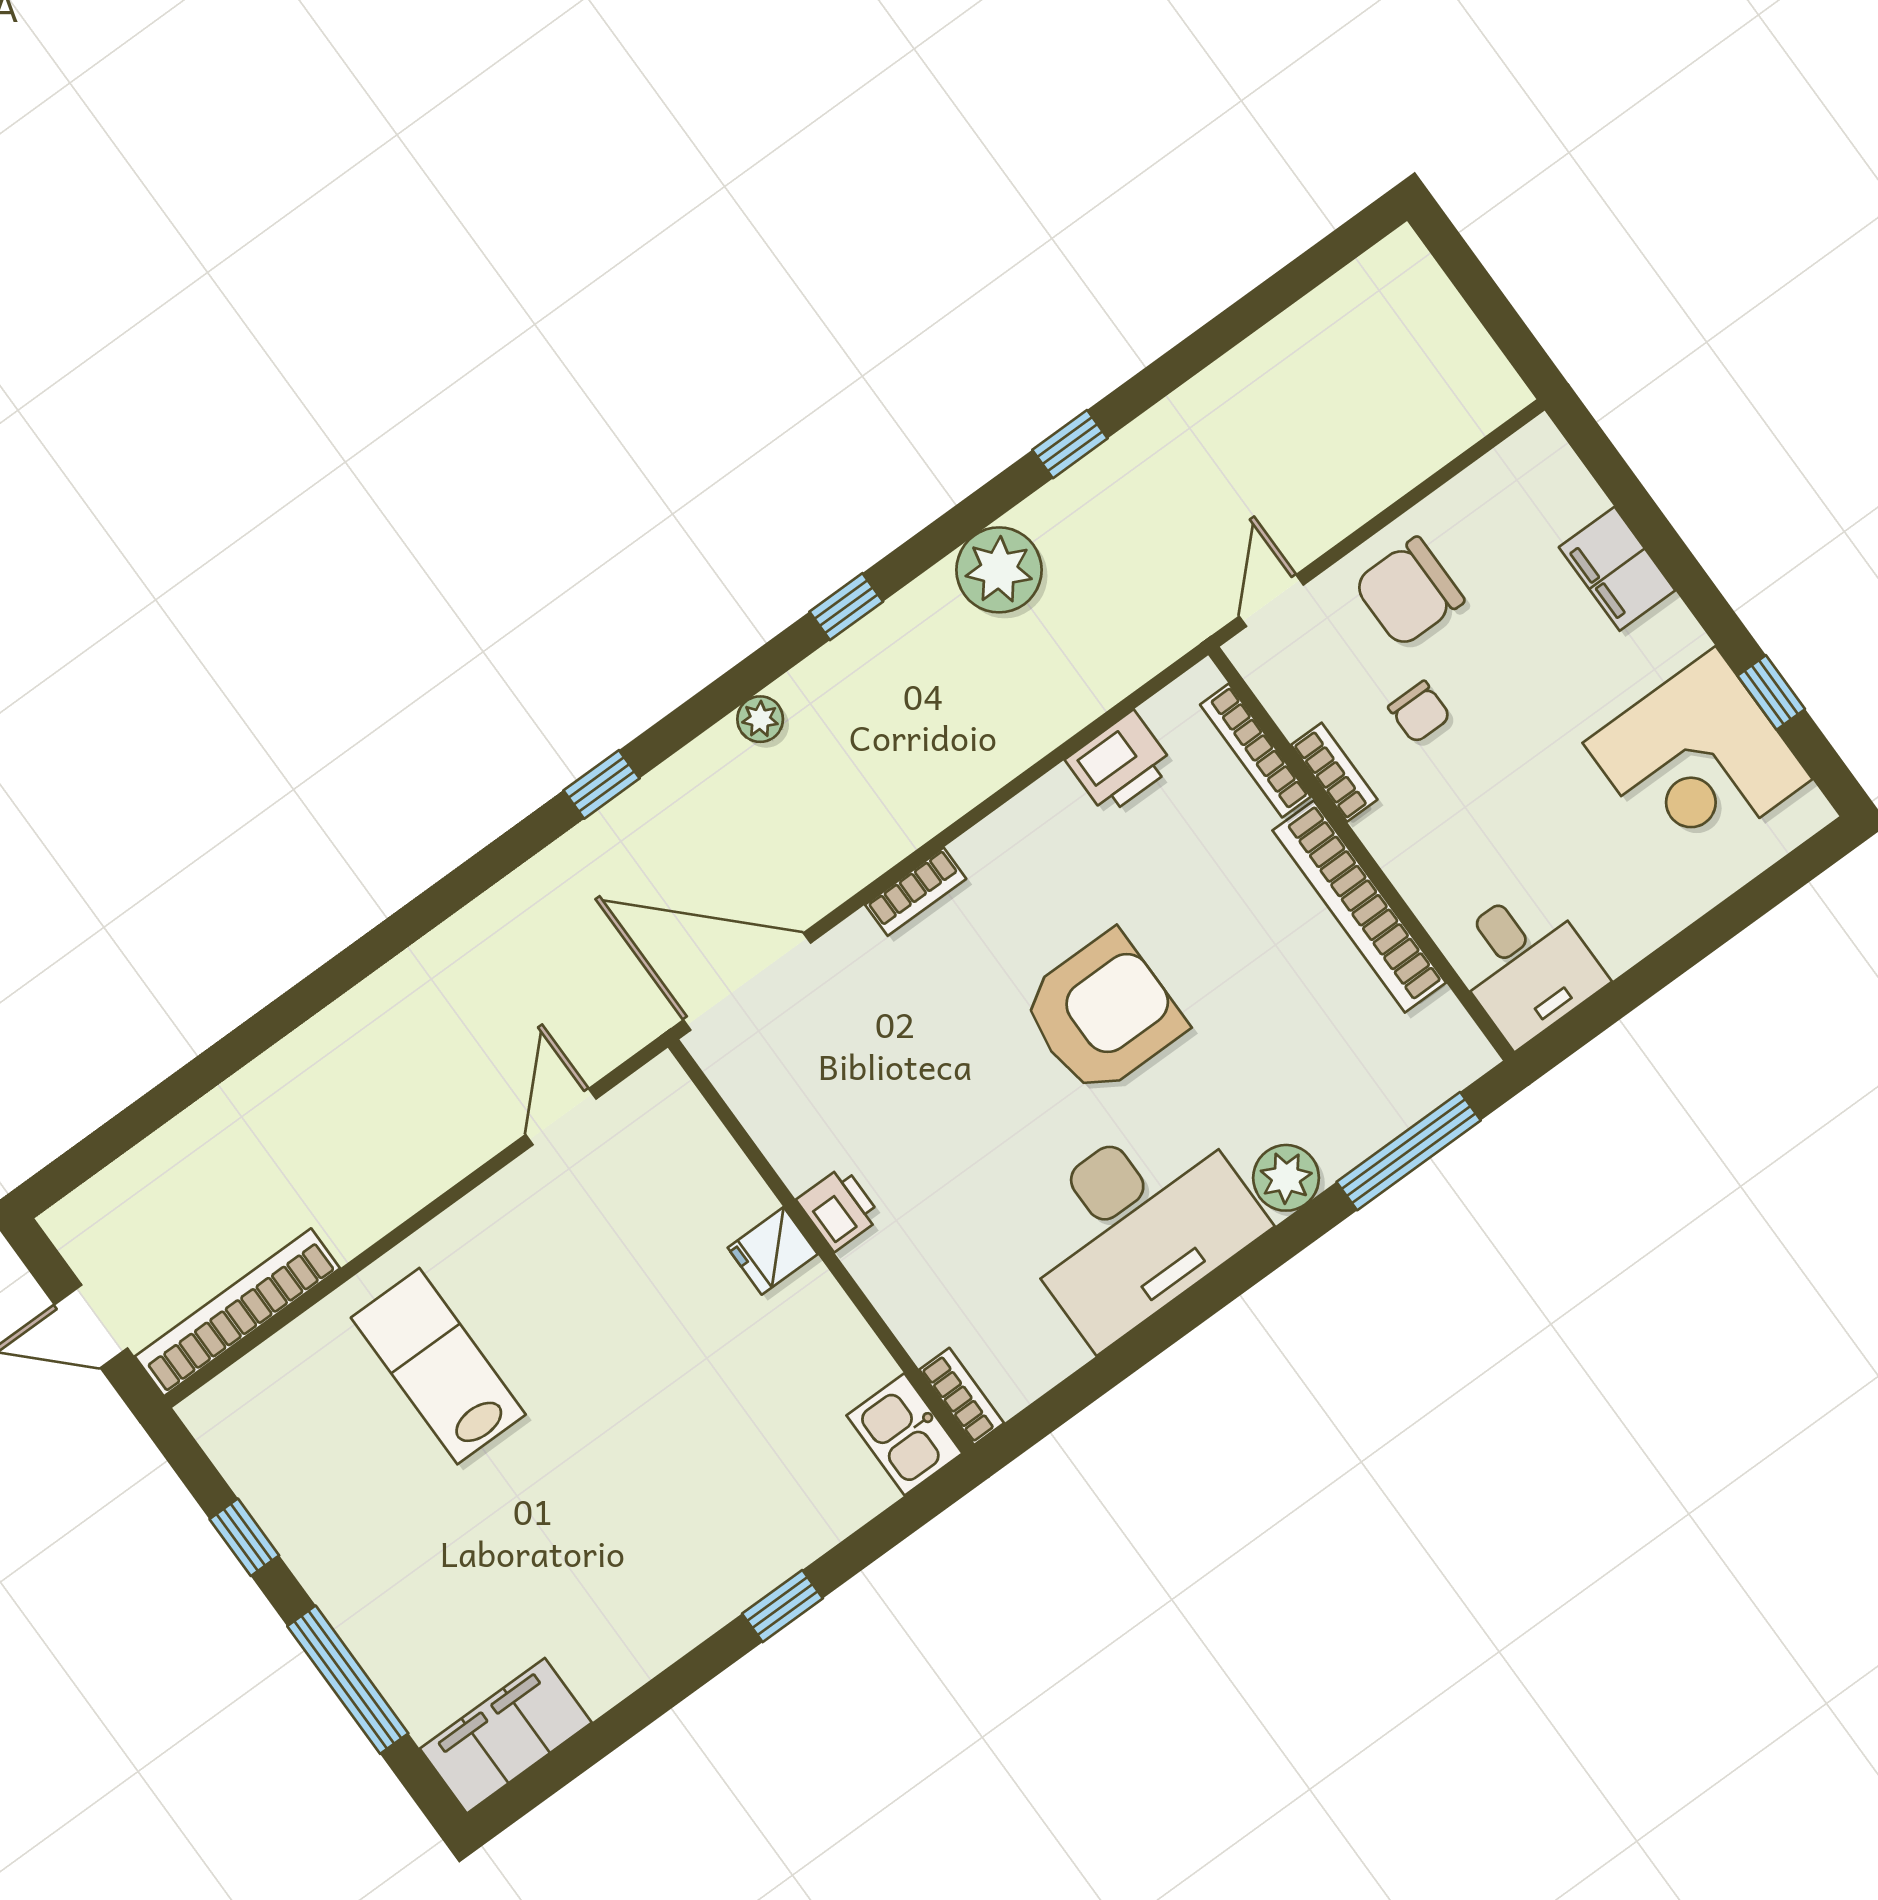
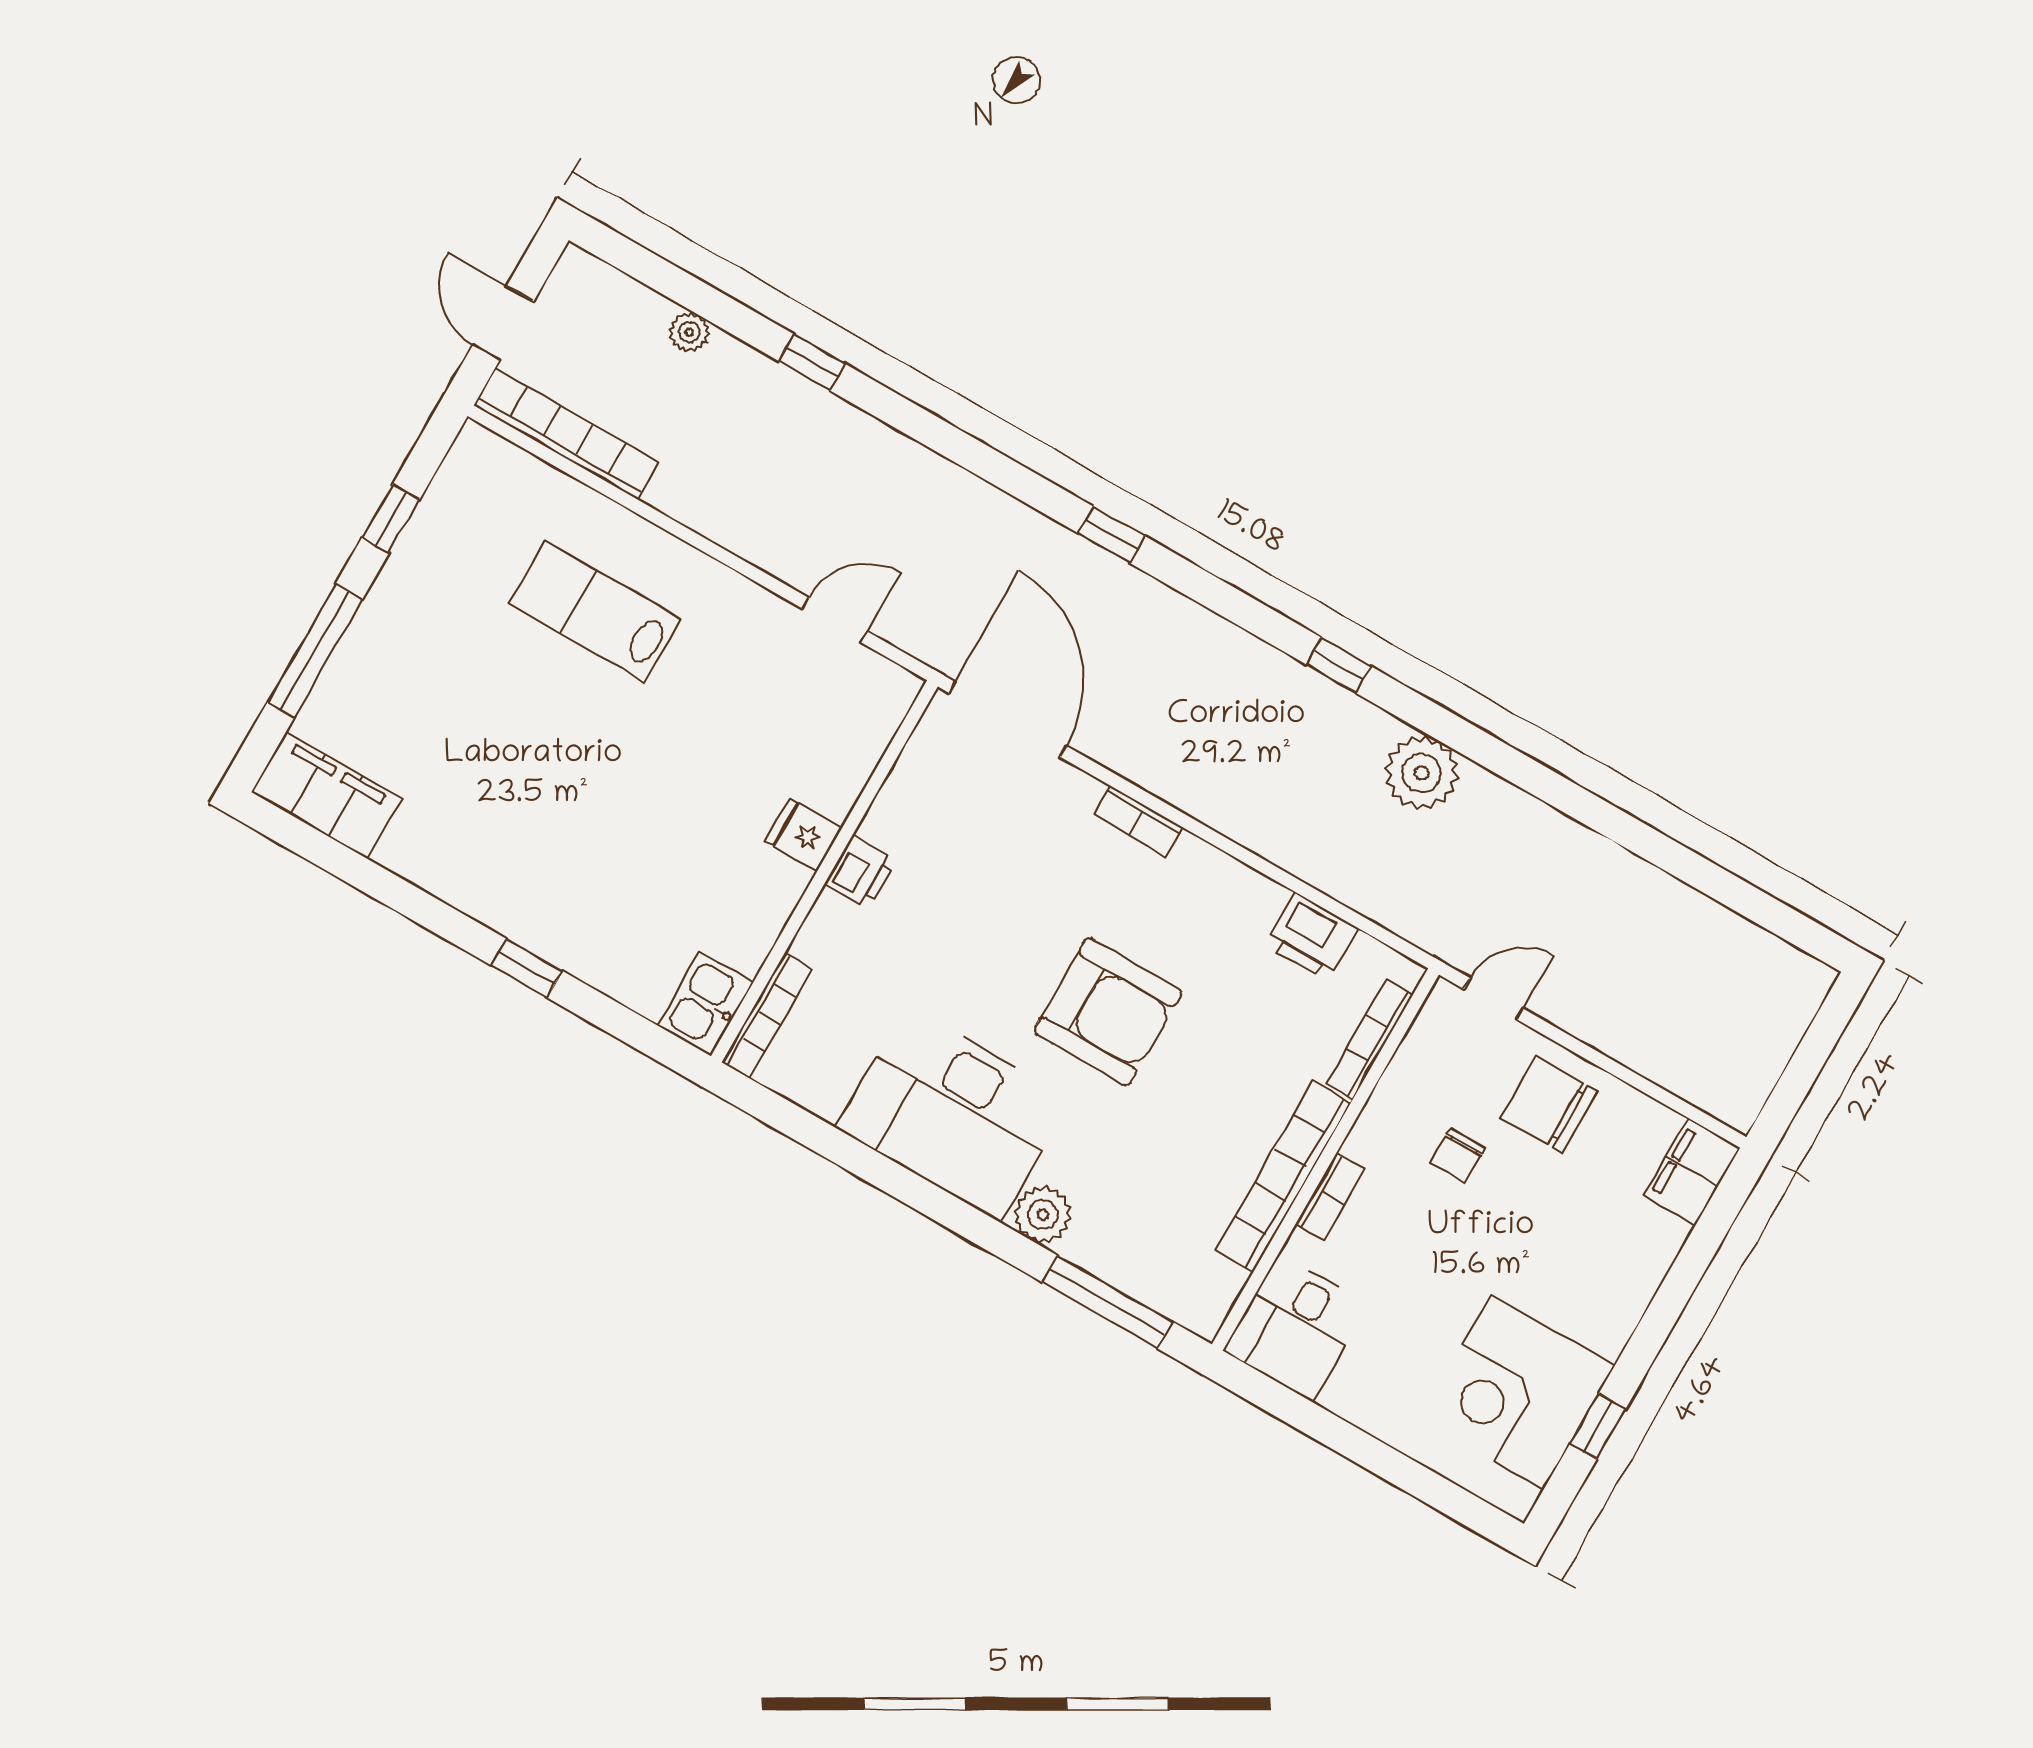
window: (1070, 444) -> (812, 362), moved
filing cabinet: (1617, 569) -> (1692, 1172), moved
plant: (760, 719) -> (689, 332), moved
bookcase: (1334, 772) -> (1330, 1197), moved
lab bench: (438, 1366) -> (595, 611), turned -90
bookcase: (962, 1396) -> (767, 1016), width x1.56

